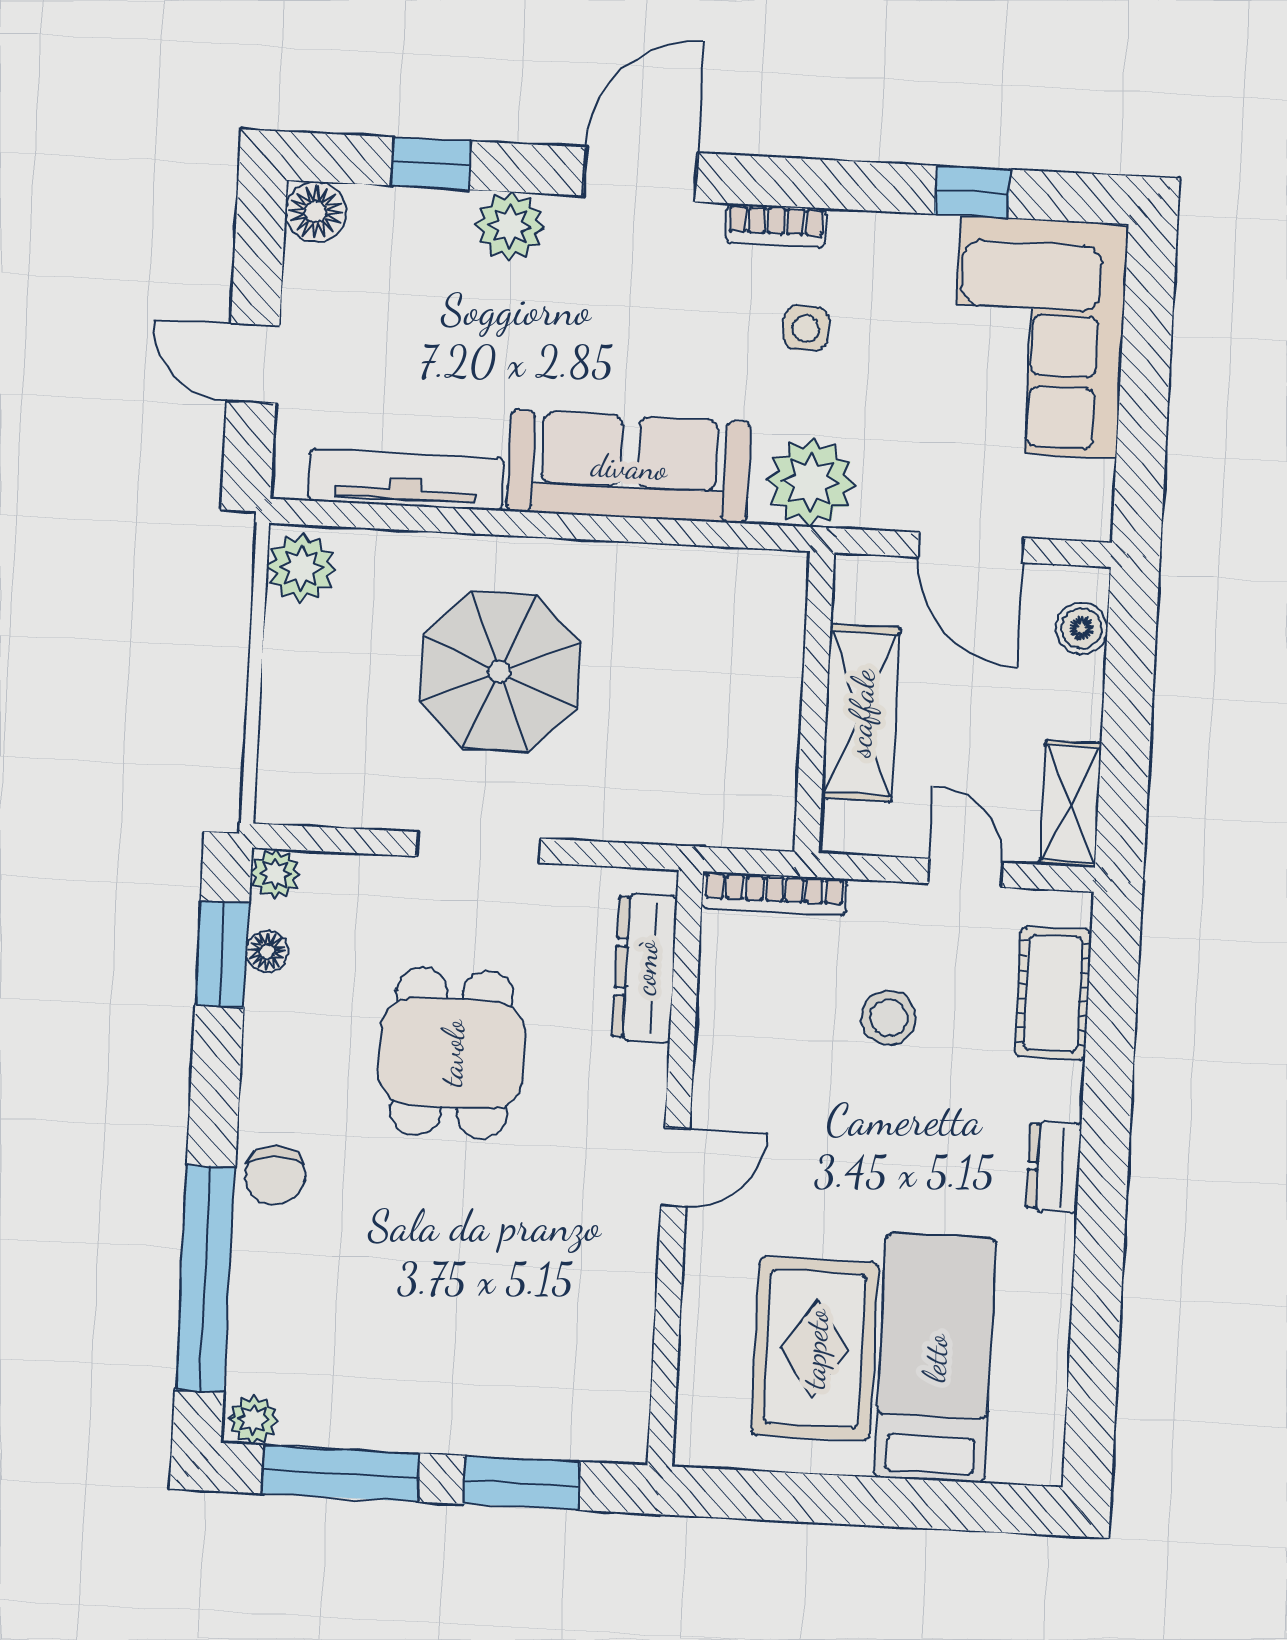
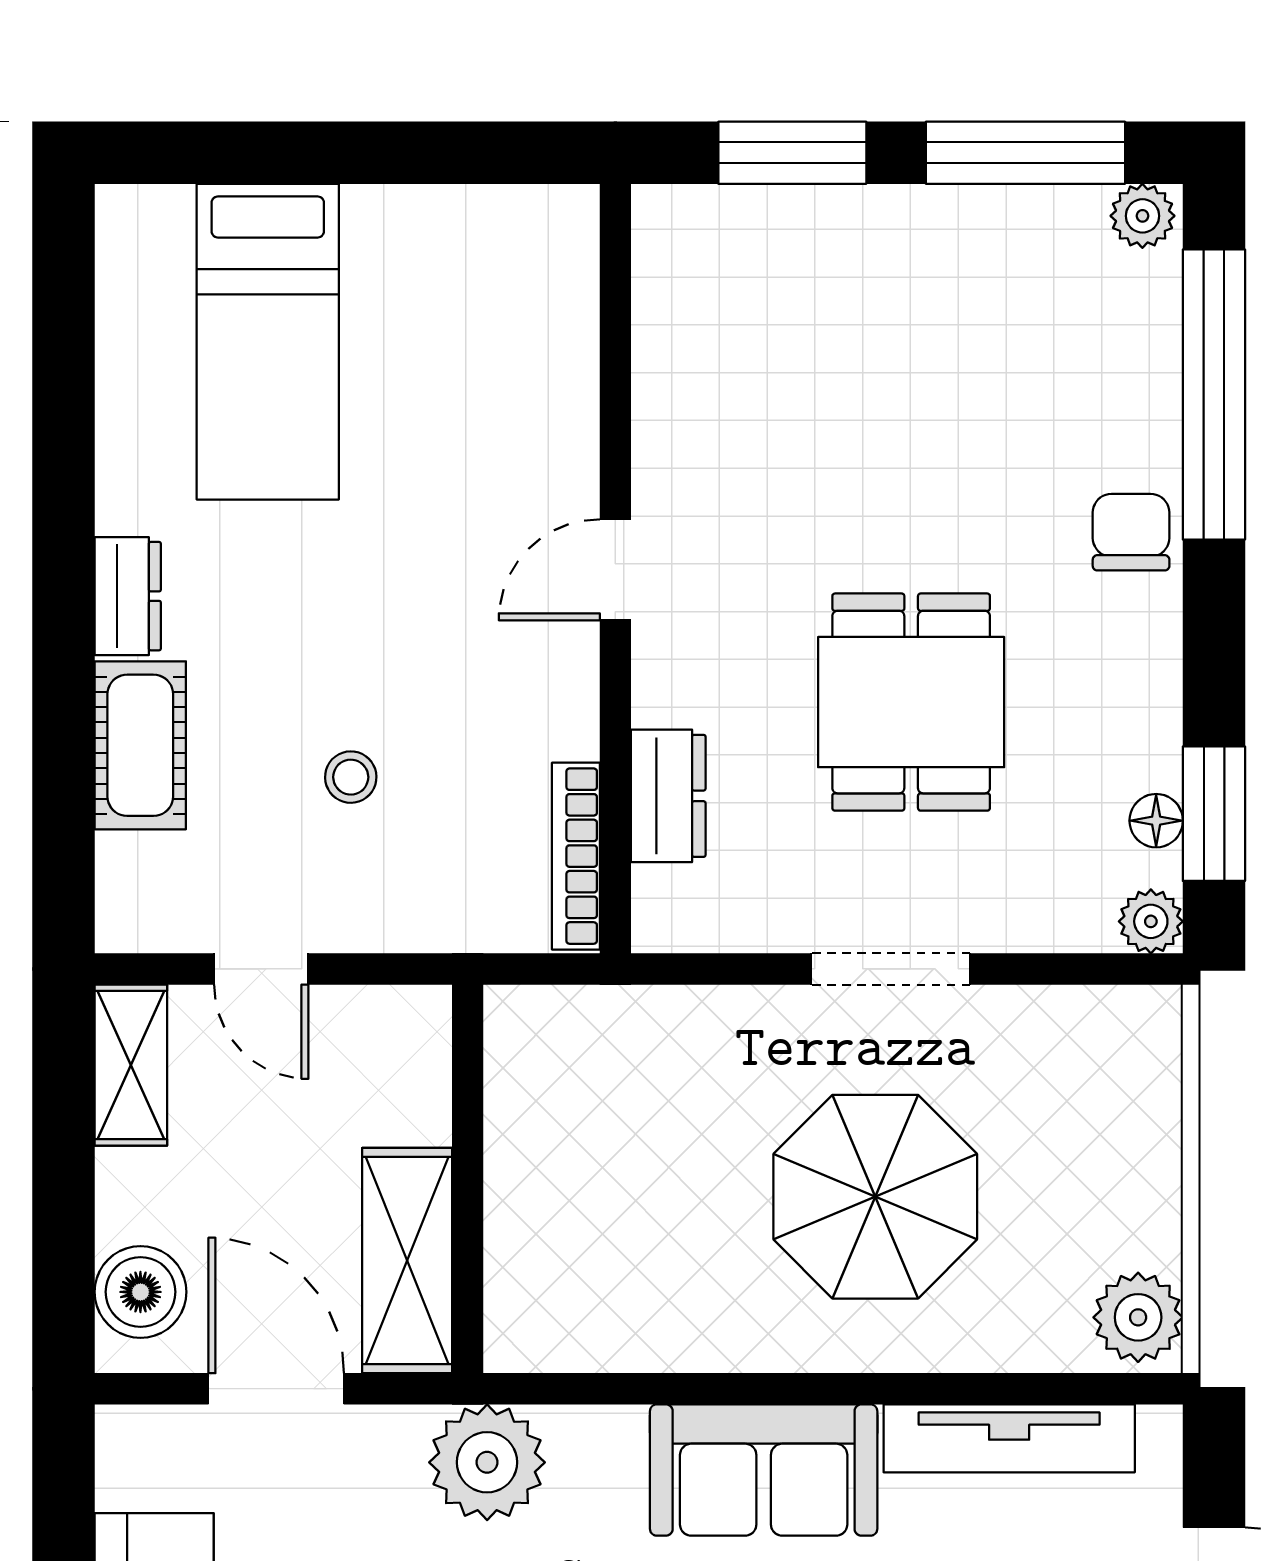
sofa: (629, 467) -> (764, 1470), width x0.73
boiler: (1082, 628) -> (140, 1292), width x1.36, depth x1.36
shelving: (861, 713) -> (407, 1261), moved
bookcase: (774, 893) -> (576, 856), moved, turned -90
dresser: (645, 968) -> (668, 796), width x0.70
cot: (1053, 993) -> (140, 745), moved
stool: (888, 1018) -> (351, 777), width x0.73, depth x0.73
rug: (815, 1349) -> (424, 346), removed

